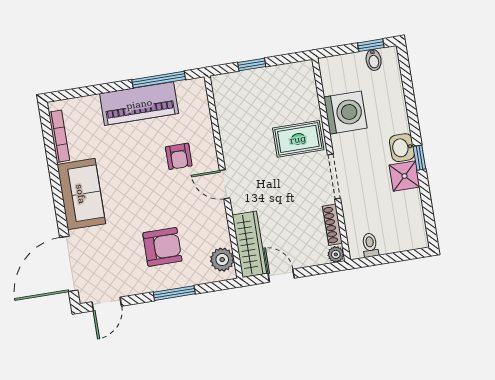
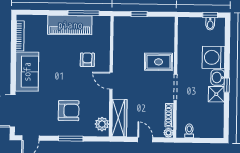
washing machine: (345, 113) -> (214, 57), moved, turned 180
armchair: (179, 156) -> (87, 60), turned 180
door: (281, 276) -> (145, 140), moved

